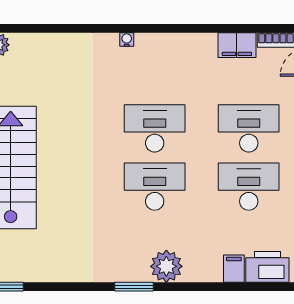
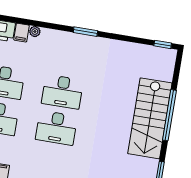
plant: (166, 266) -> (35, 32), moved, width x0.53, depth x0.53

